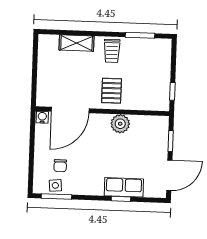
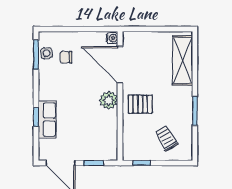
window: (140, 35) -> (195, 111), moved
shelving: (77, 43) -> (183, 60), width x1.50, depth x1.33
trolley: (112, 51) -> (166, 138), moved, turned 60
plant: (120, 124) -> (109, 100), moved

